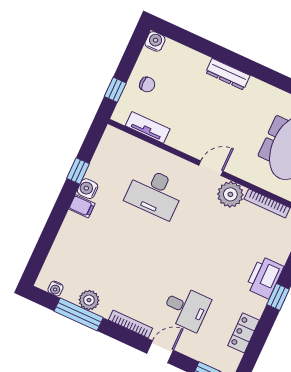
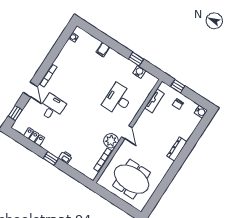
water cooler: (88, 189) -> (139, 72), moved
filing cabinet: (82, 206) -> (103, 50), moved
printer: (265, 277) -> (65, 157), width x0.53, depth x0.68
plant: (89, 300) -> (64, 55), removed
desk: (186, 308) -> (52, 107), turned 180
window: (79, 314) -> (57, 48), removed

